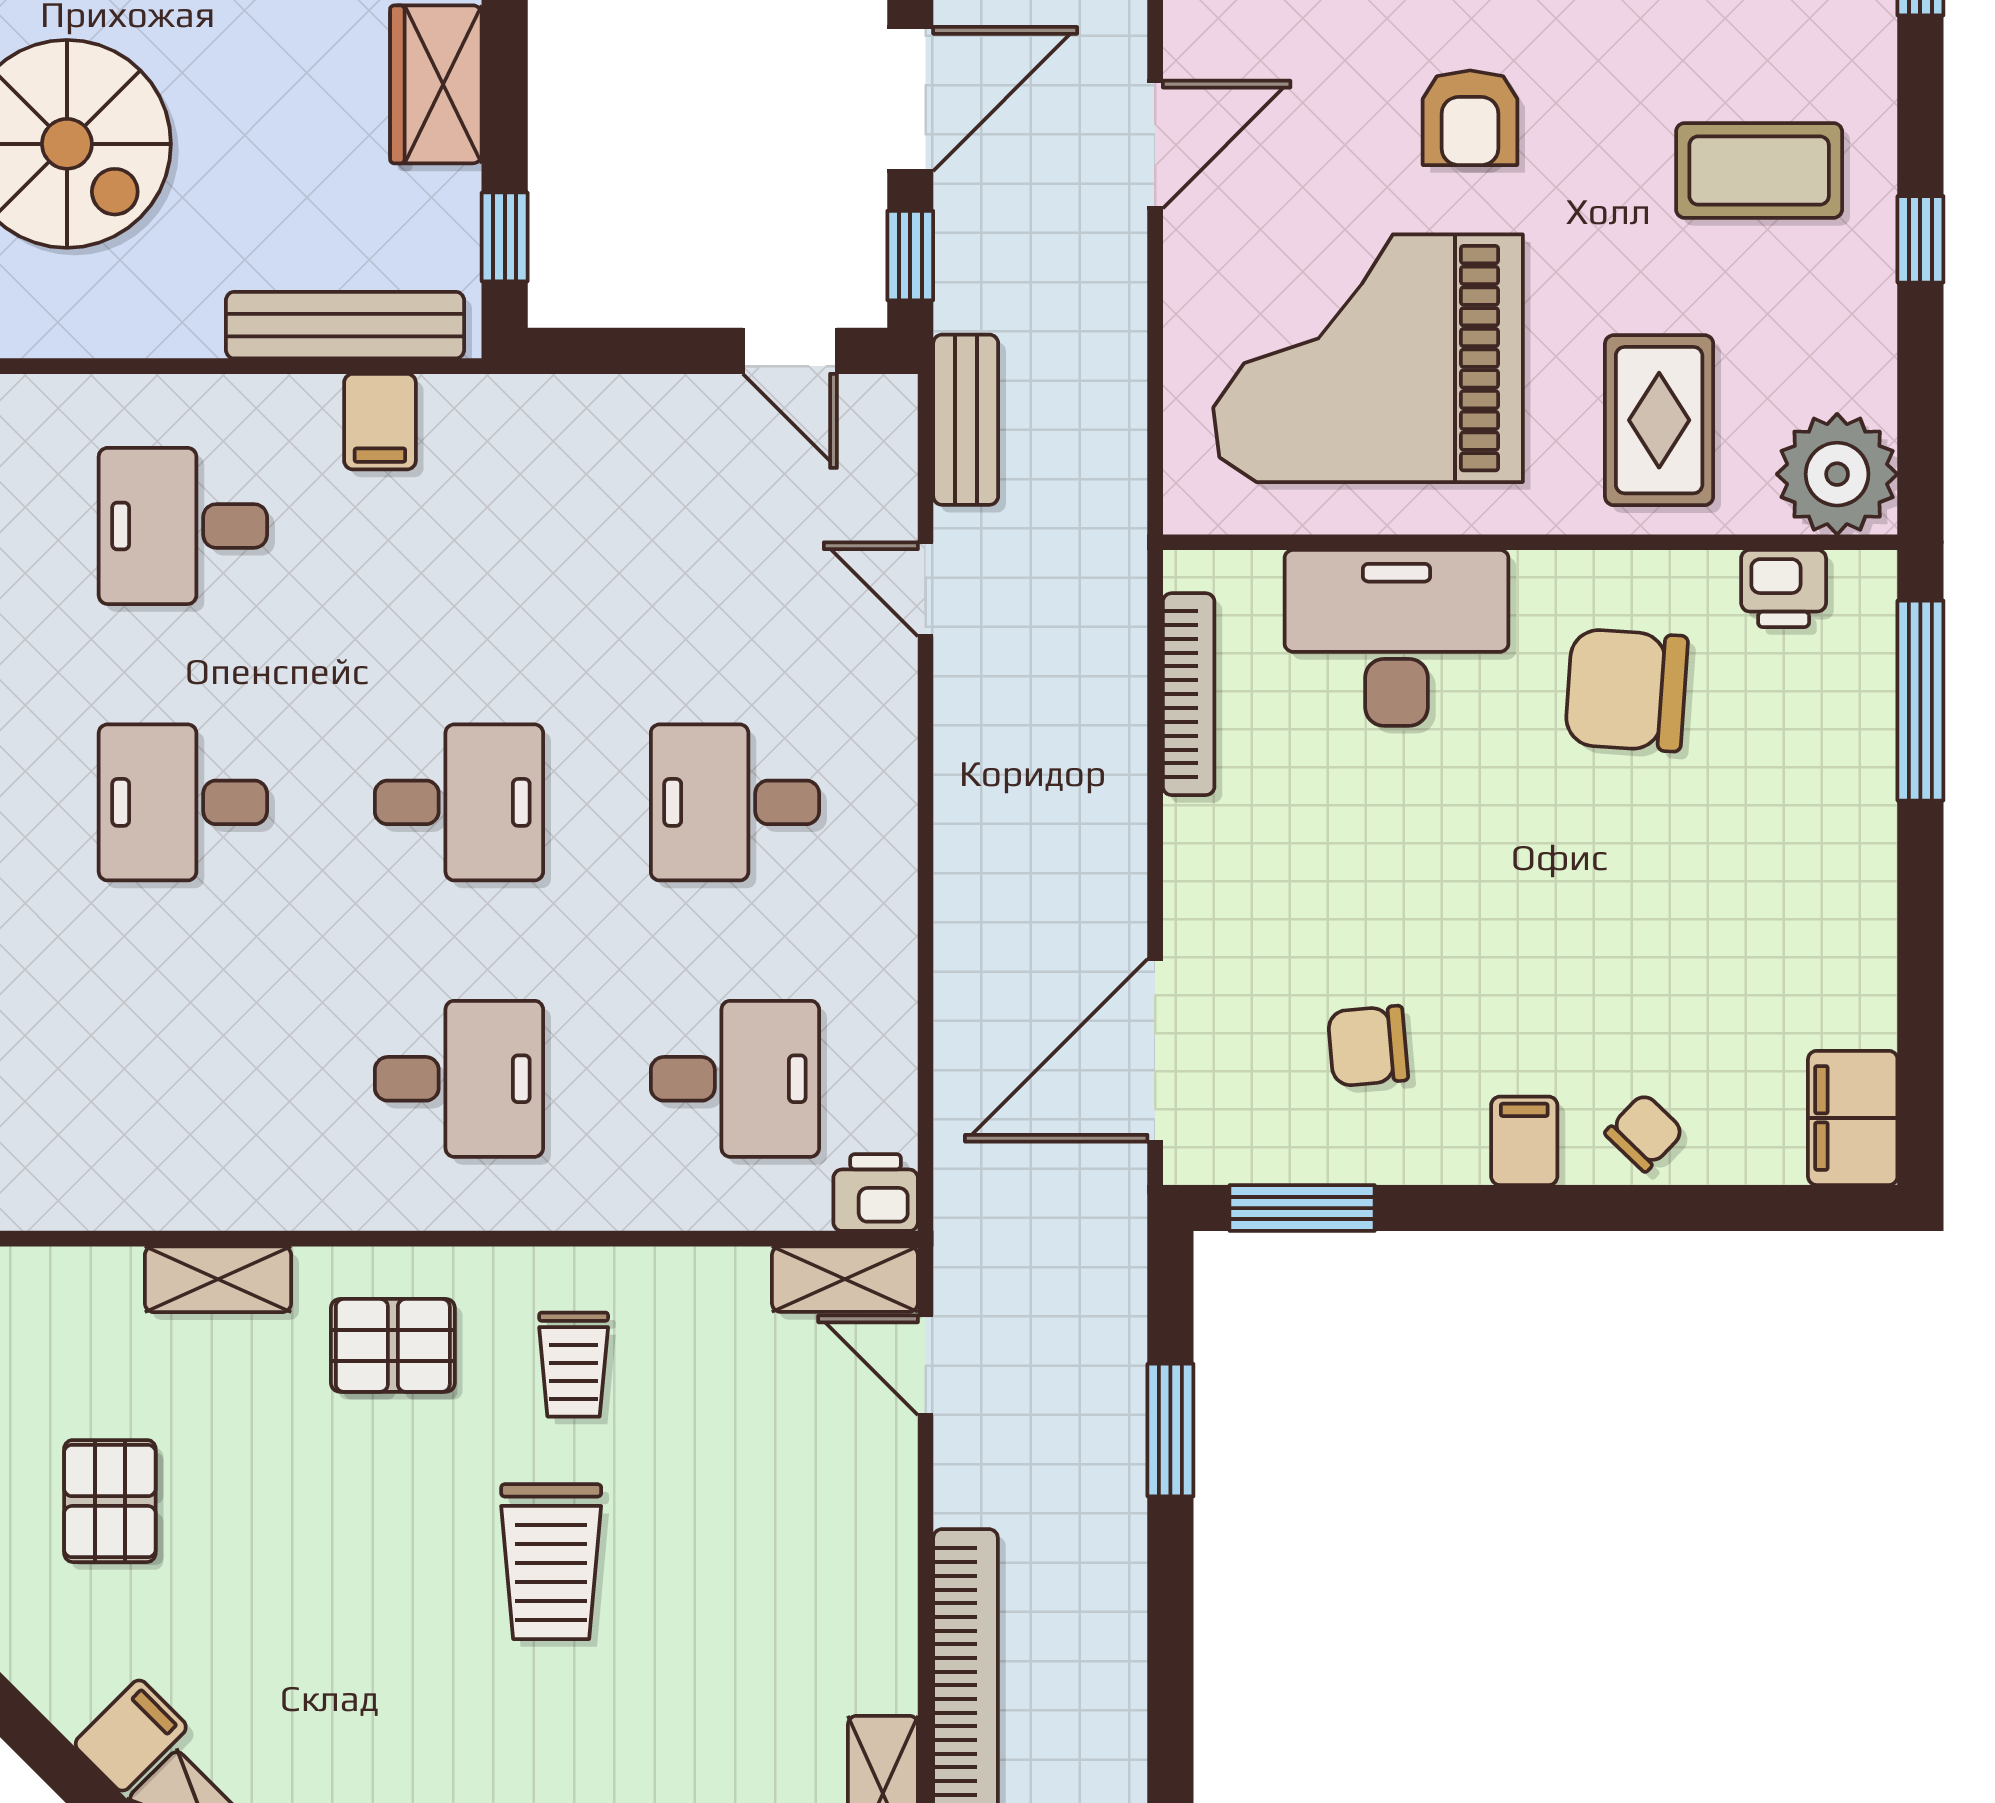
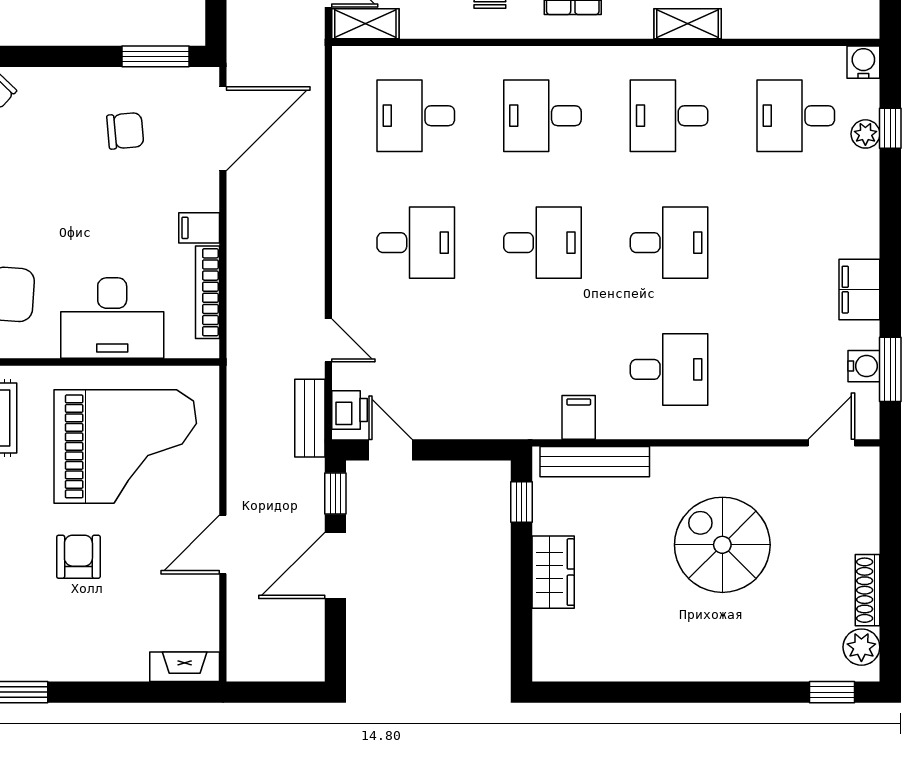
desk: (459, 802) -> (542, 243), turned 180
desk: (183, 1079) -> (669, 116), added
filing cabinet: (1524, 1141) -> (199, 228), moved, turned 90
printer: (876, 1193) -> (349, 410), moved, turned -90
shelving: (218, 1279) -> (688, 24), moved

